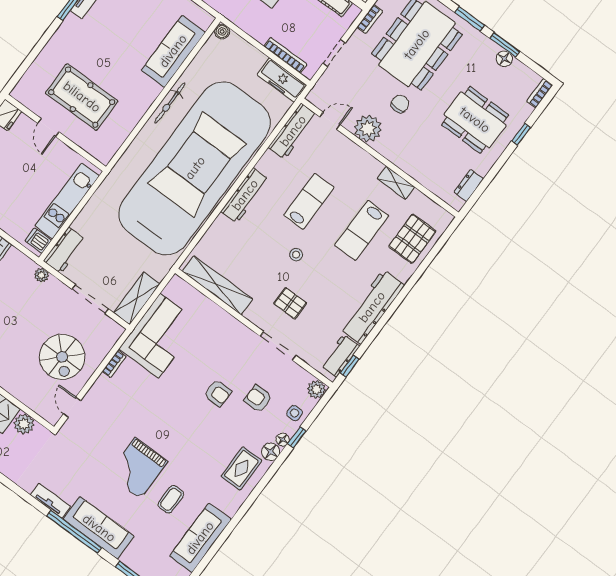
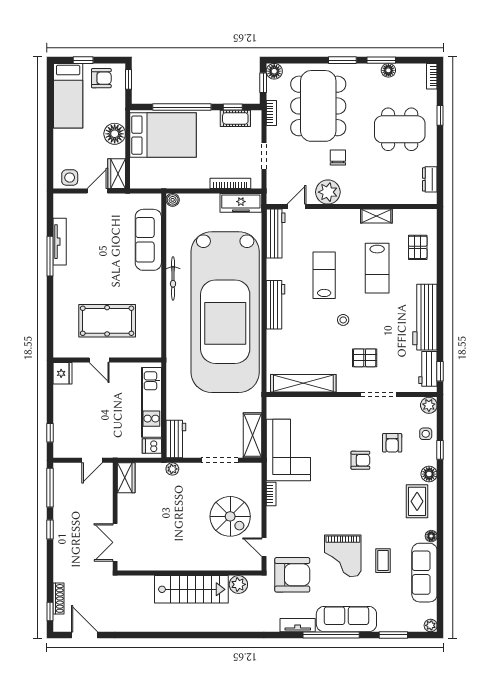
car: (195, 168) -> (225, 312), turned 180
pallet: (412, 239) -> (418, 247), width x0.67, depth x0.71
armchair: (258, 399) -> (392, 443), turned -90
floor lamp: (283, 440) -> (431, 536), moved
armchair: (79, 451) -> (292, 575), added

